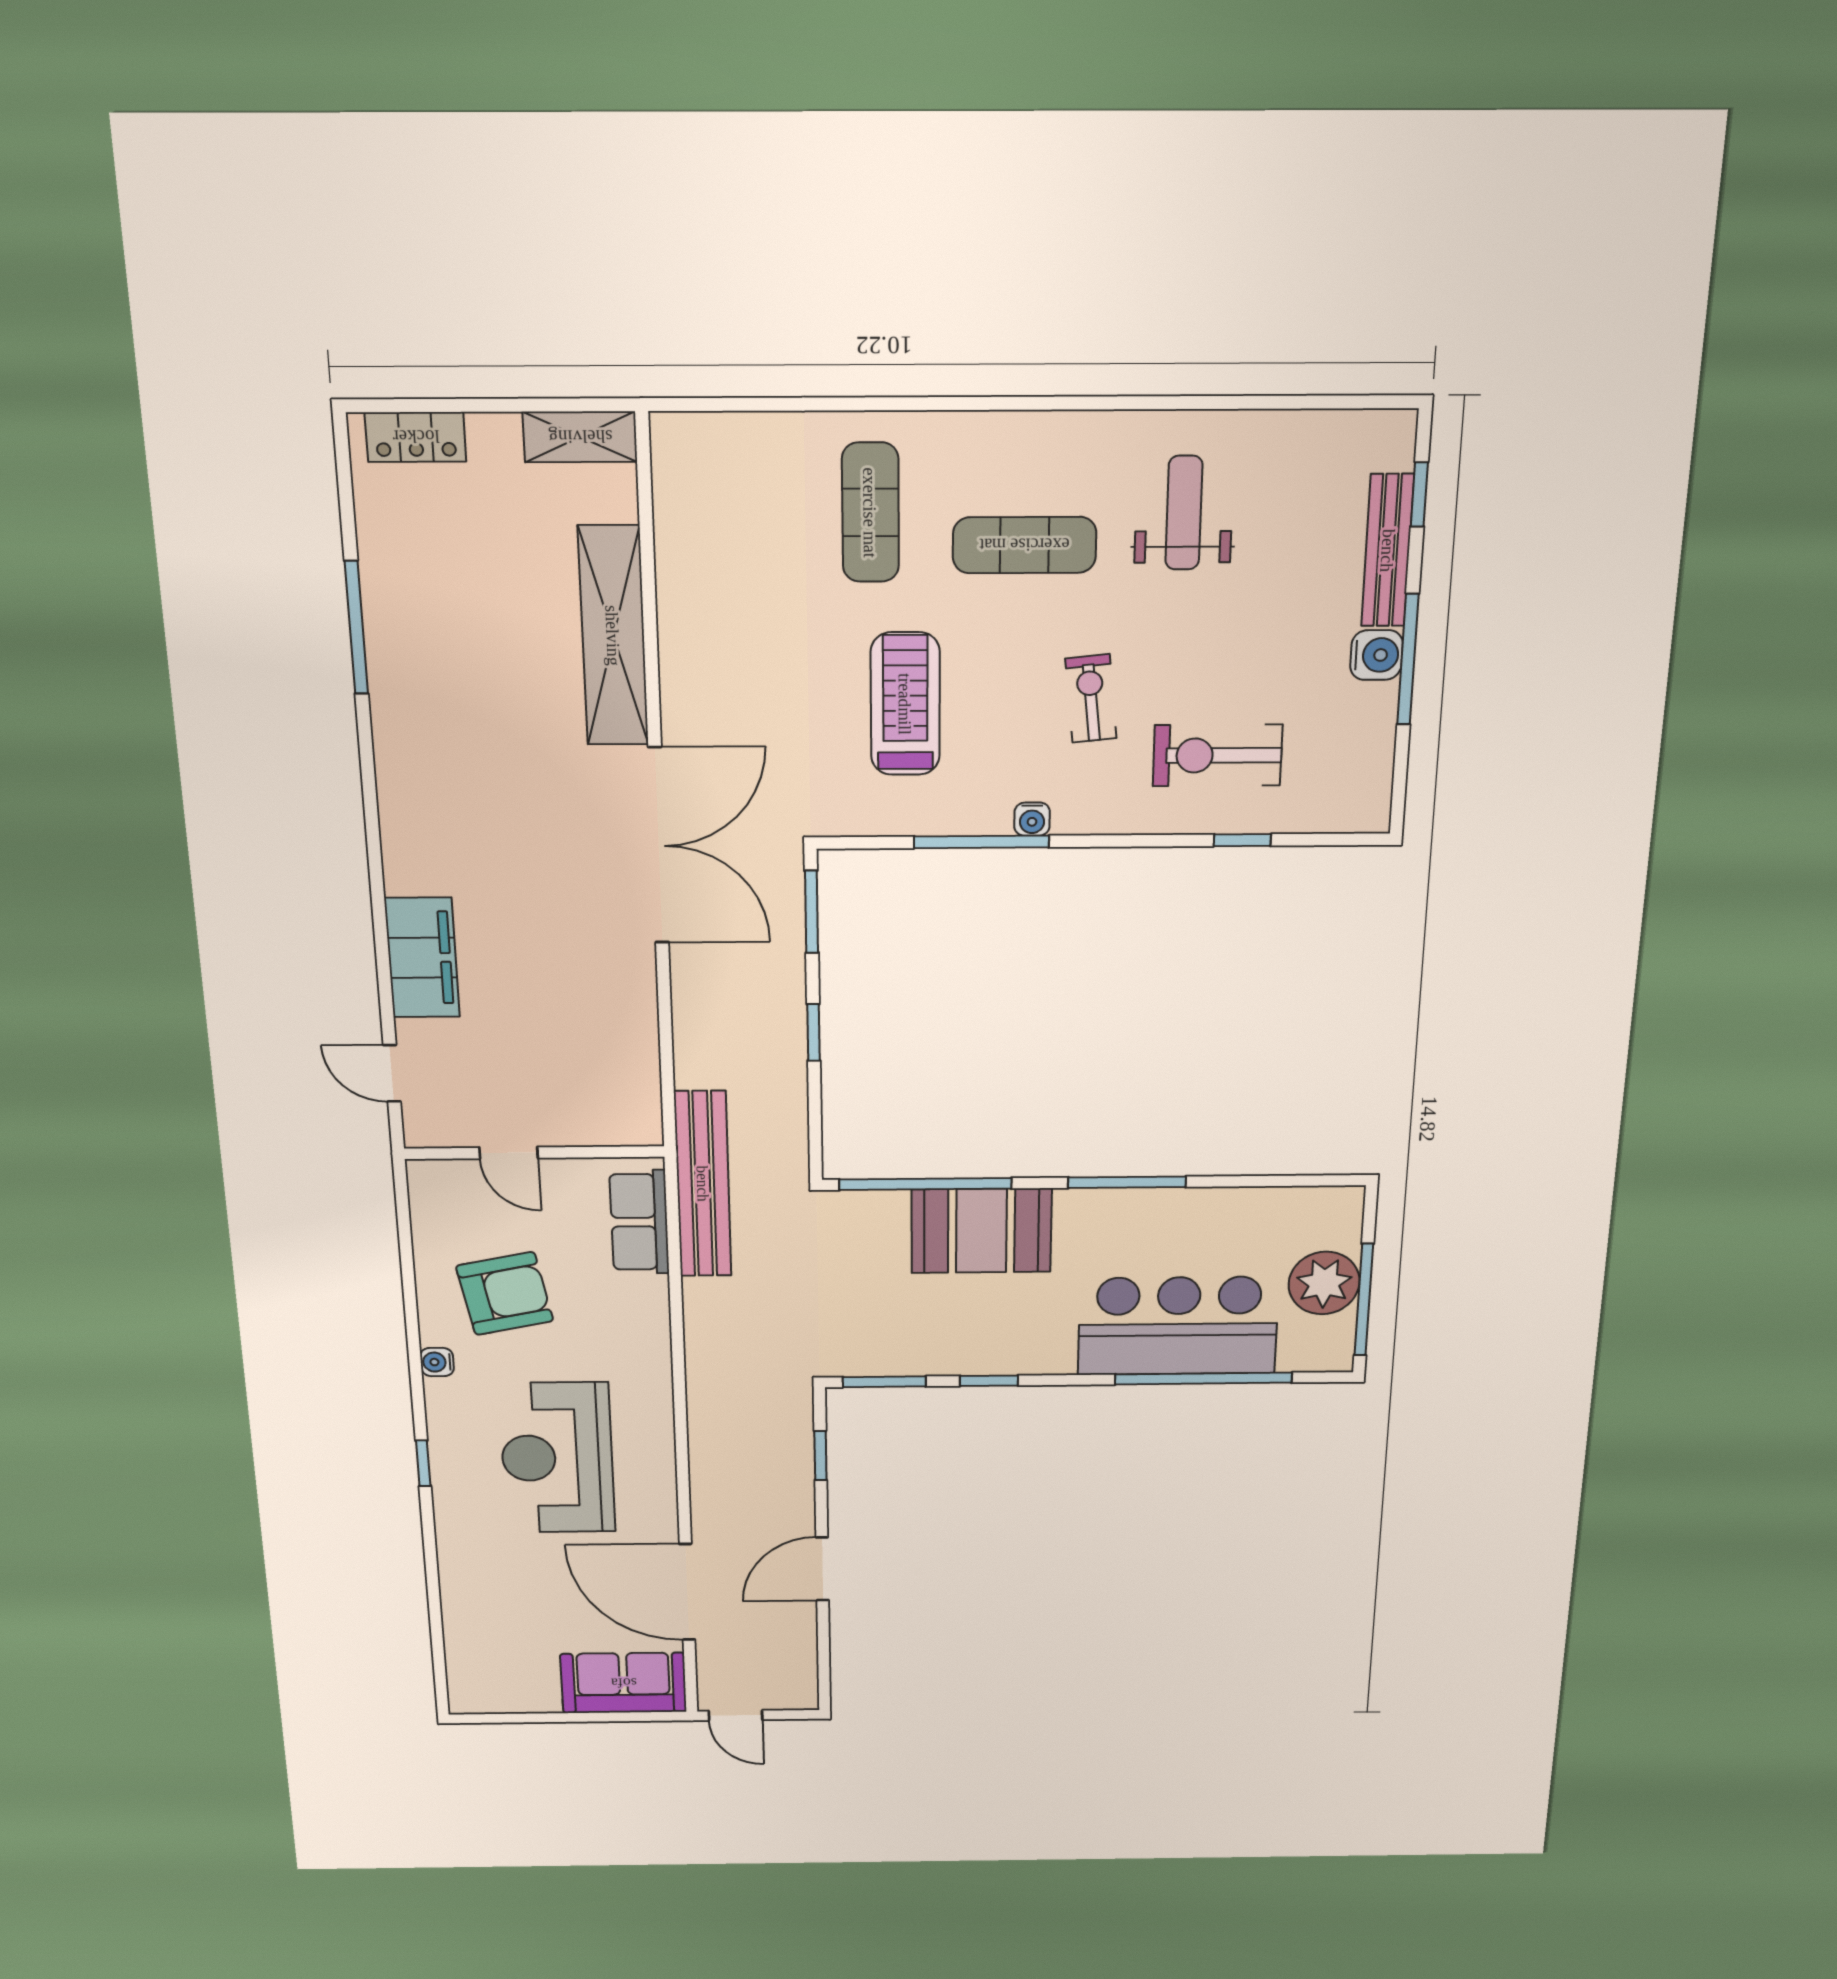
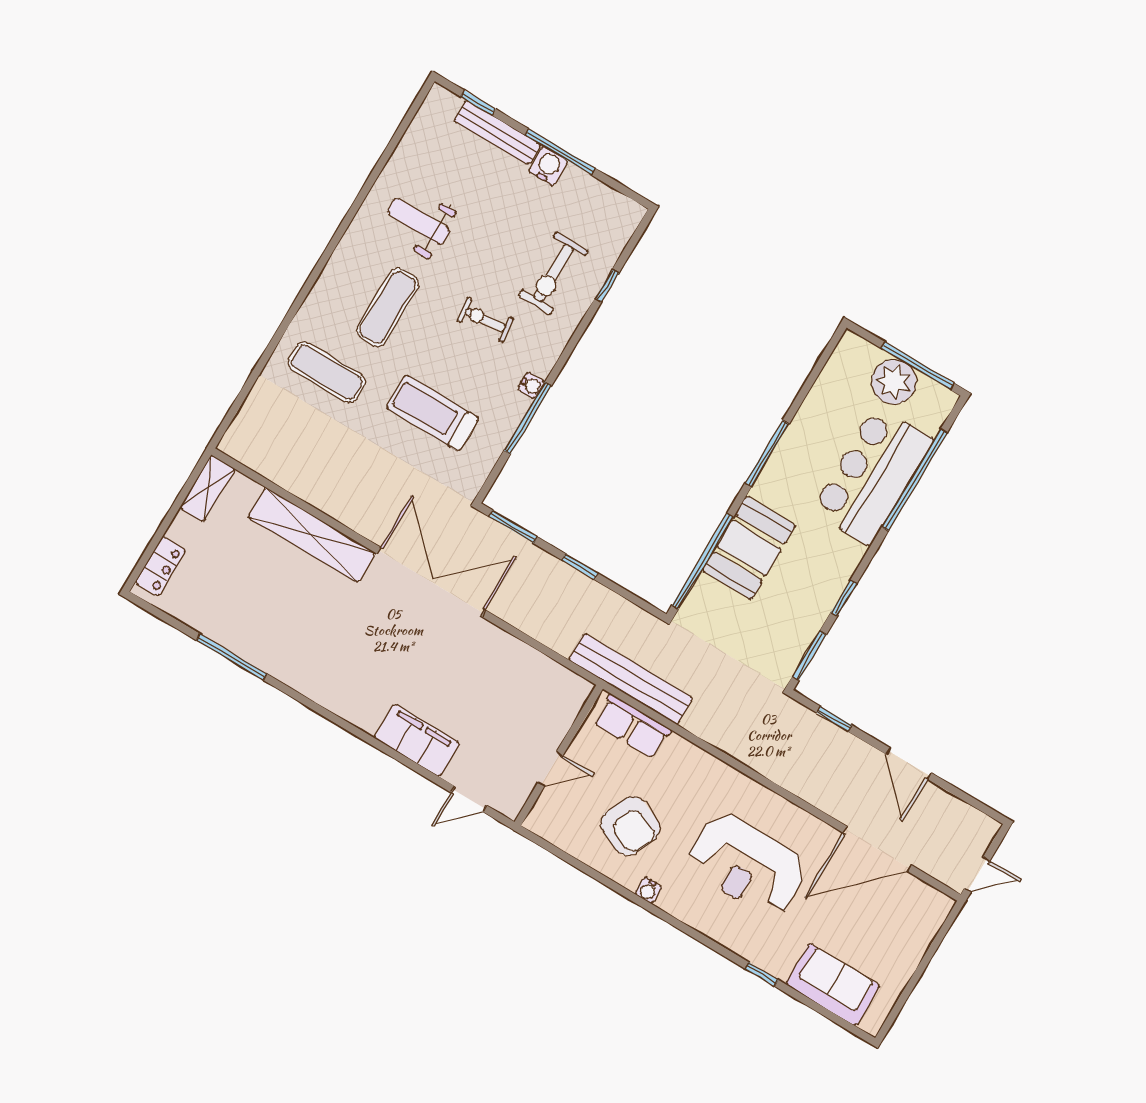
armchair: (505, 1294) -> (630, 826), turned 125
window: (423, 1463) -> (762, 974), moved
sofa: (624, 1683) -> (833, 985), moved, turned 90

